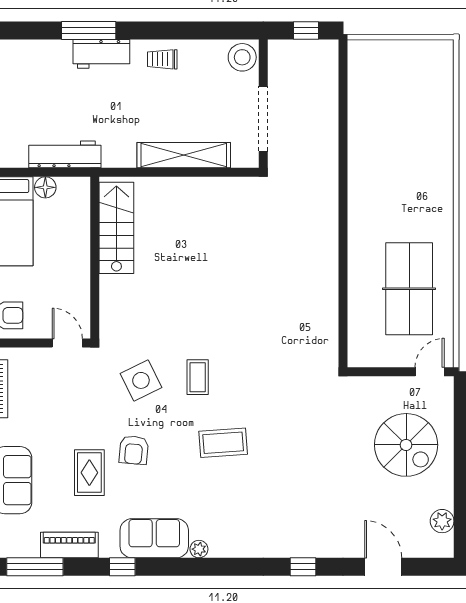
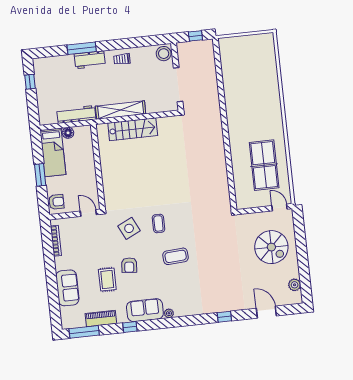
shelving: (184, 155) -> (121, 110), moved
stairs: (116, 228) -> (133, 129), moved, turned 90
door: (430, 372) -> (280, 207), hinge flipped

